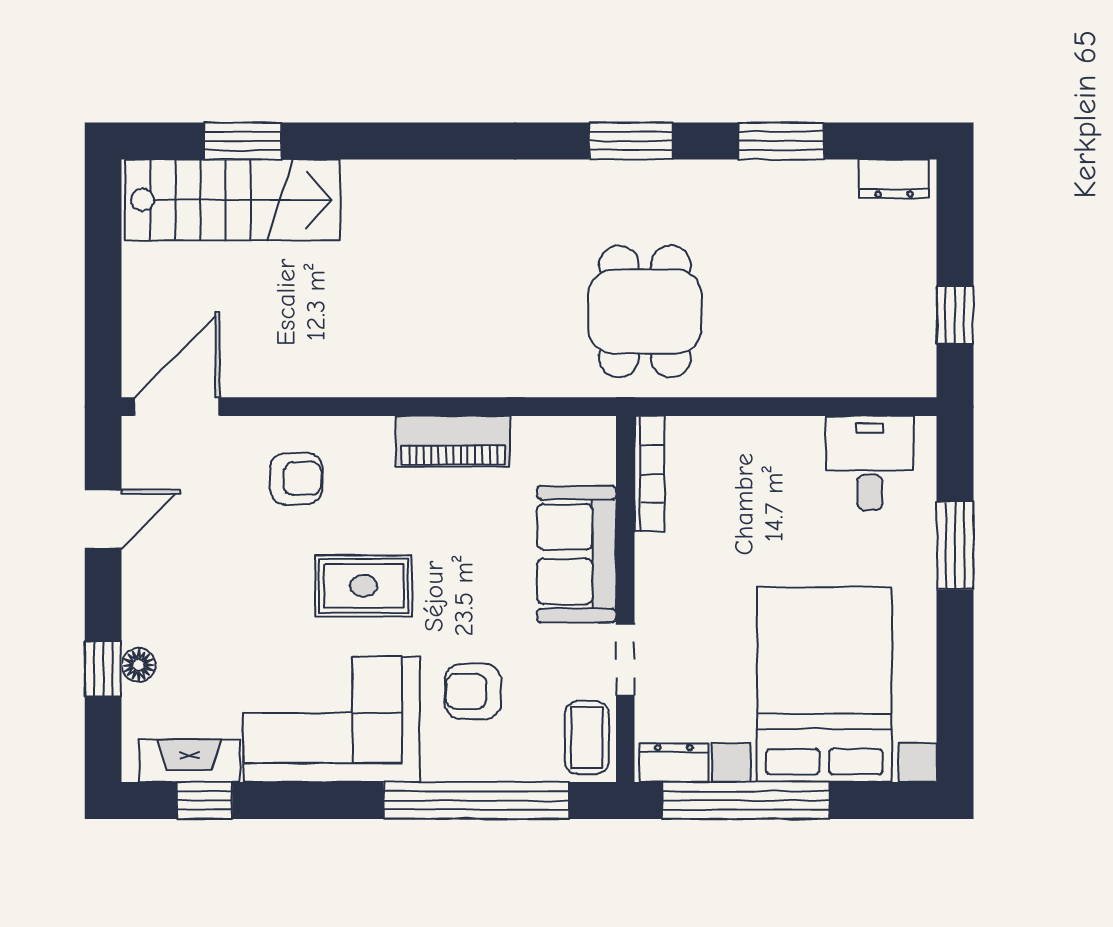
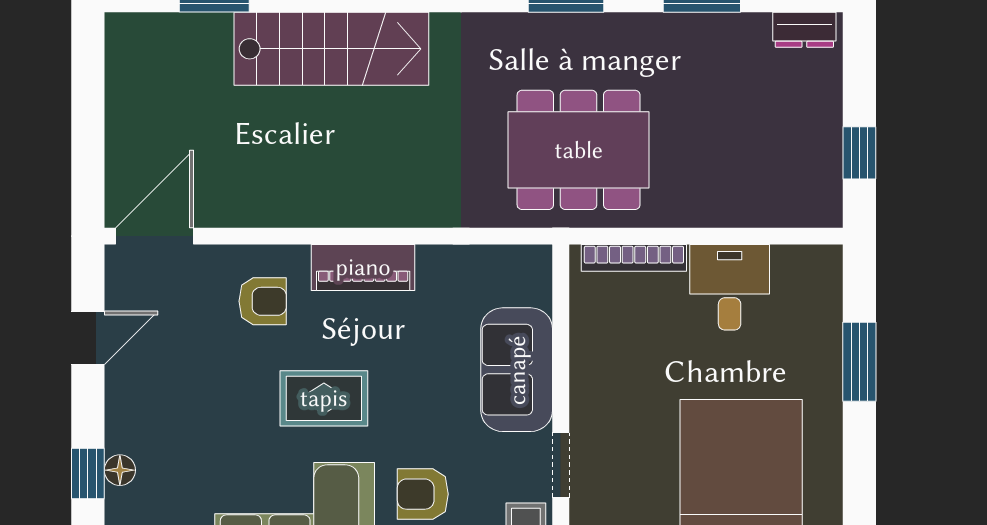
stairs: (233, 200) -> (331, 49), moved
dining table: (645, 311) -> (579, 150), width x1.38
piano: (453, 441) -> (363, 267), moved
desk: (870, 463) -> (730, 287), moved
bookcase: (649, 474) -> (634, 258), moved, turned 90

